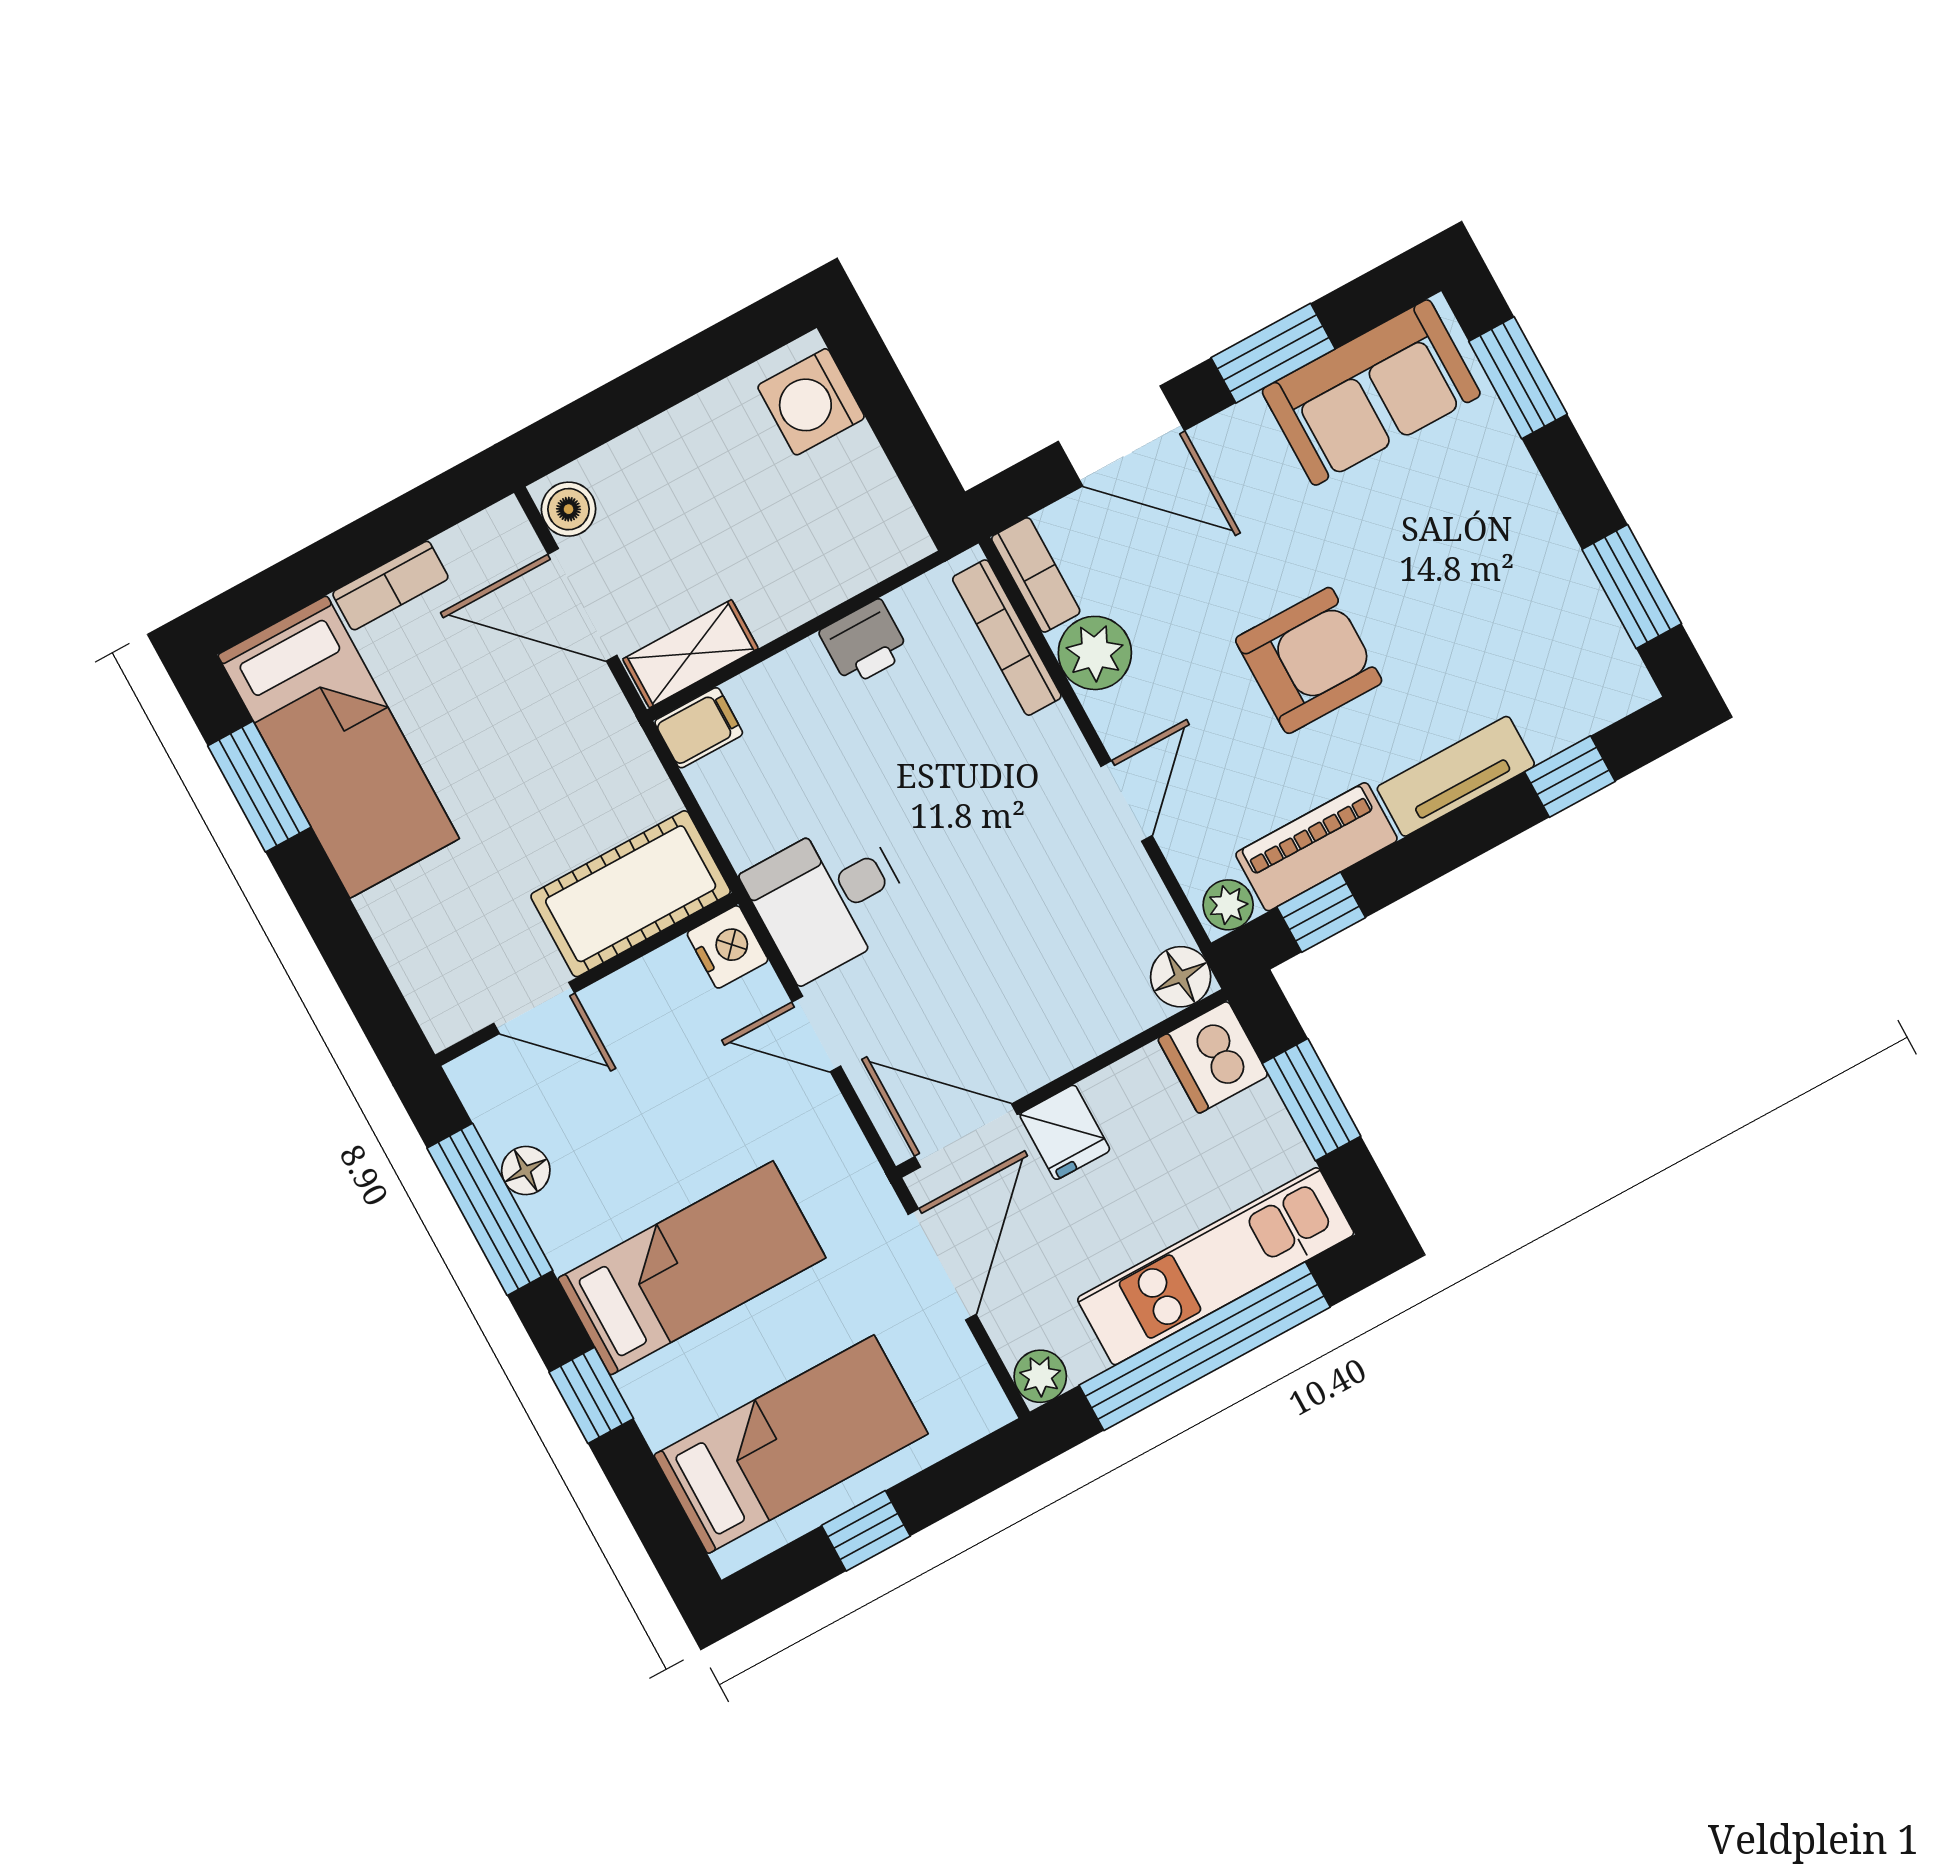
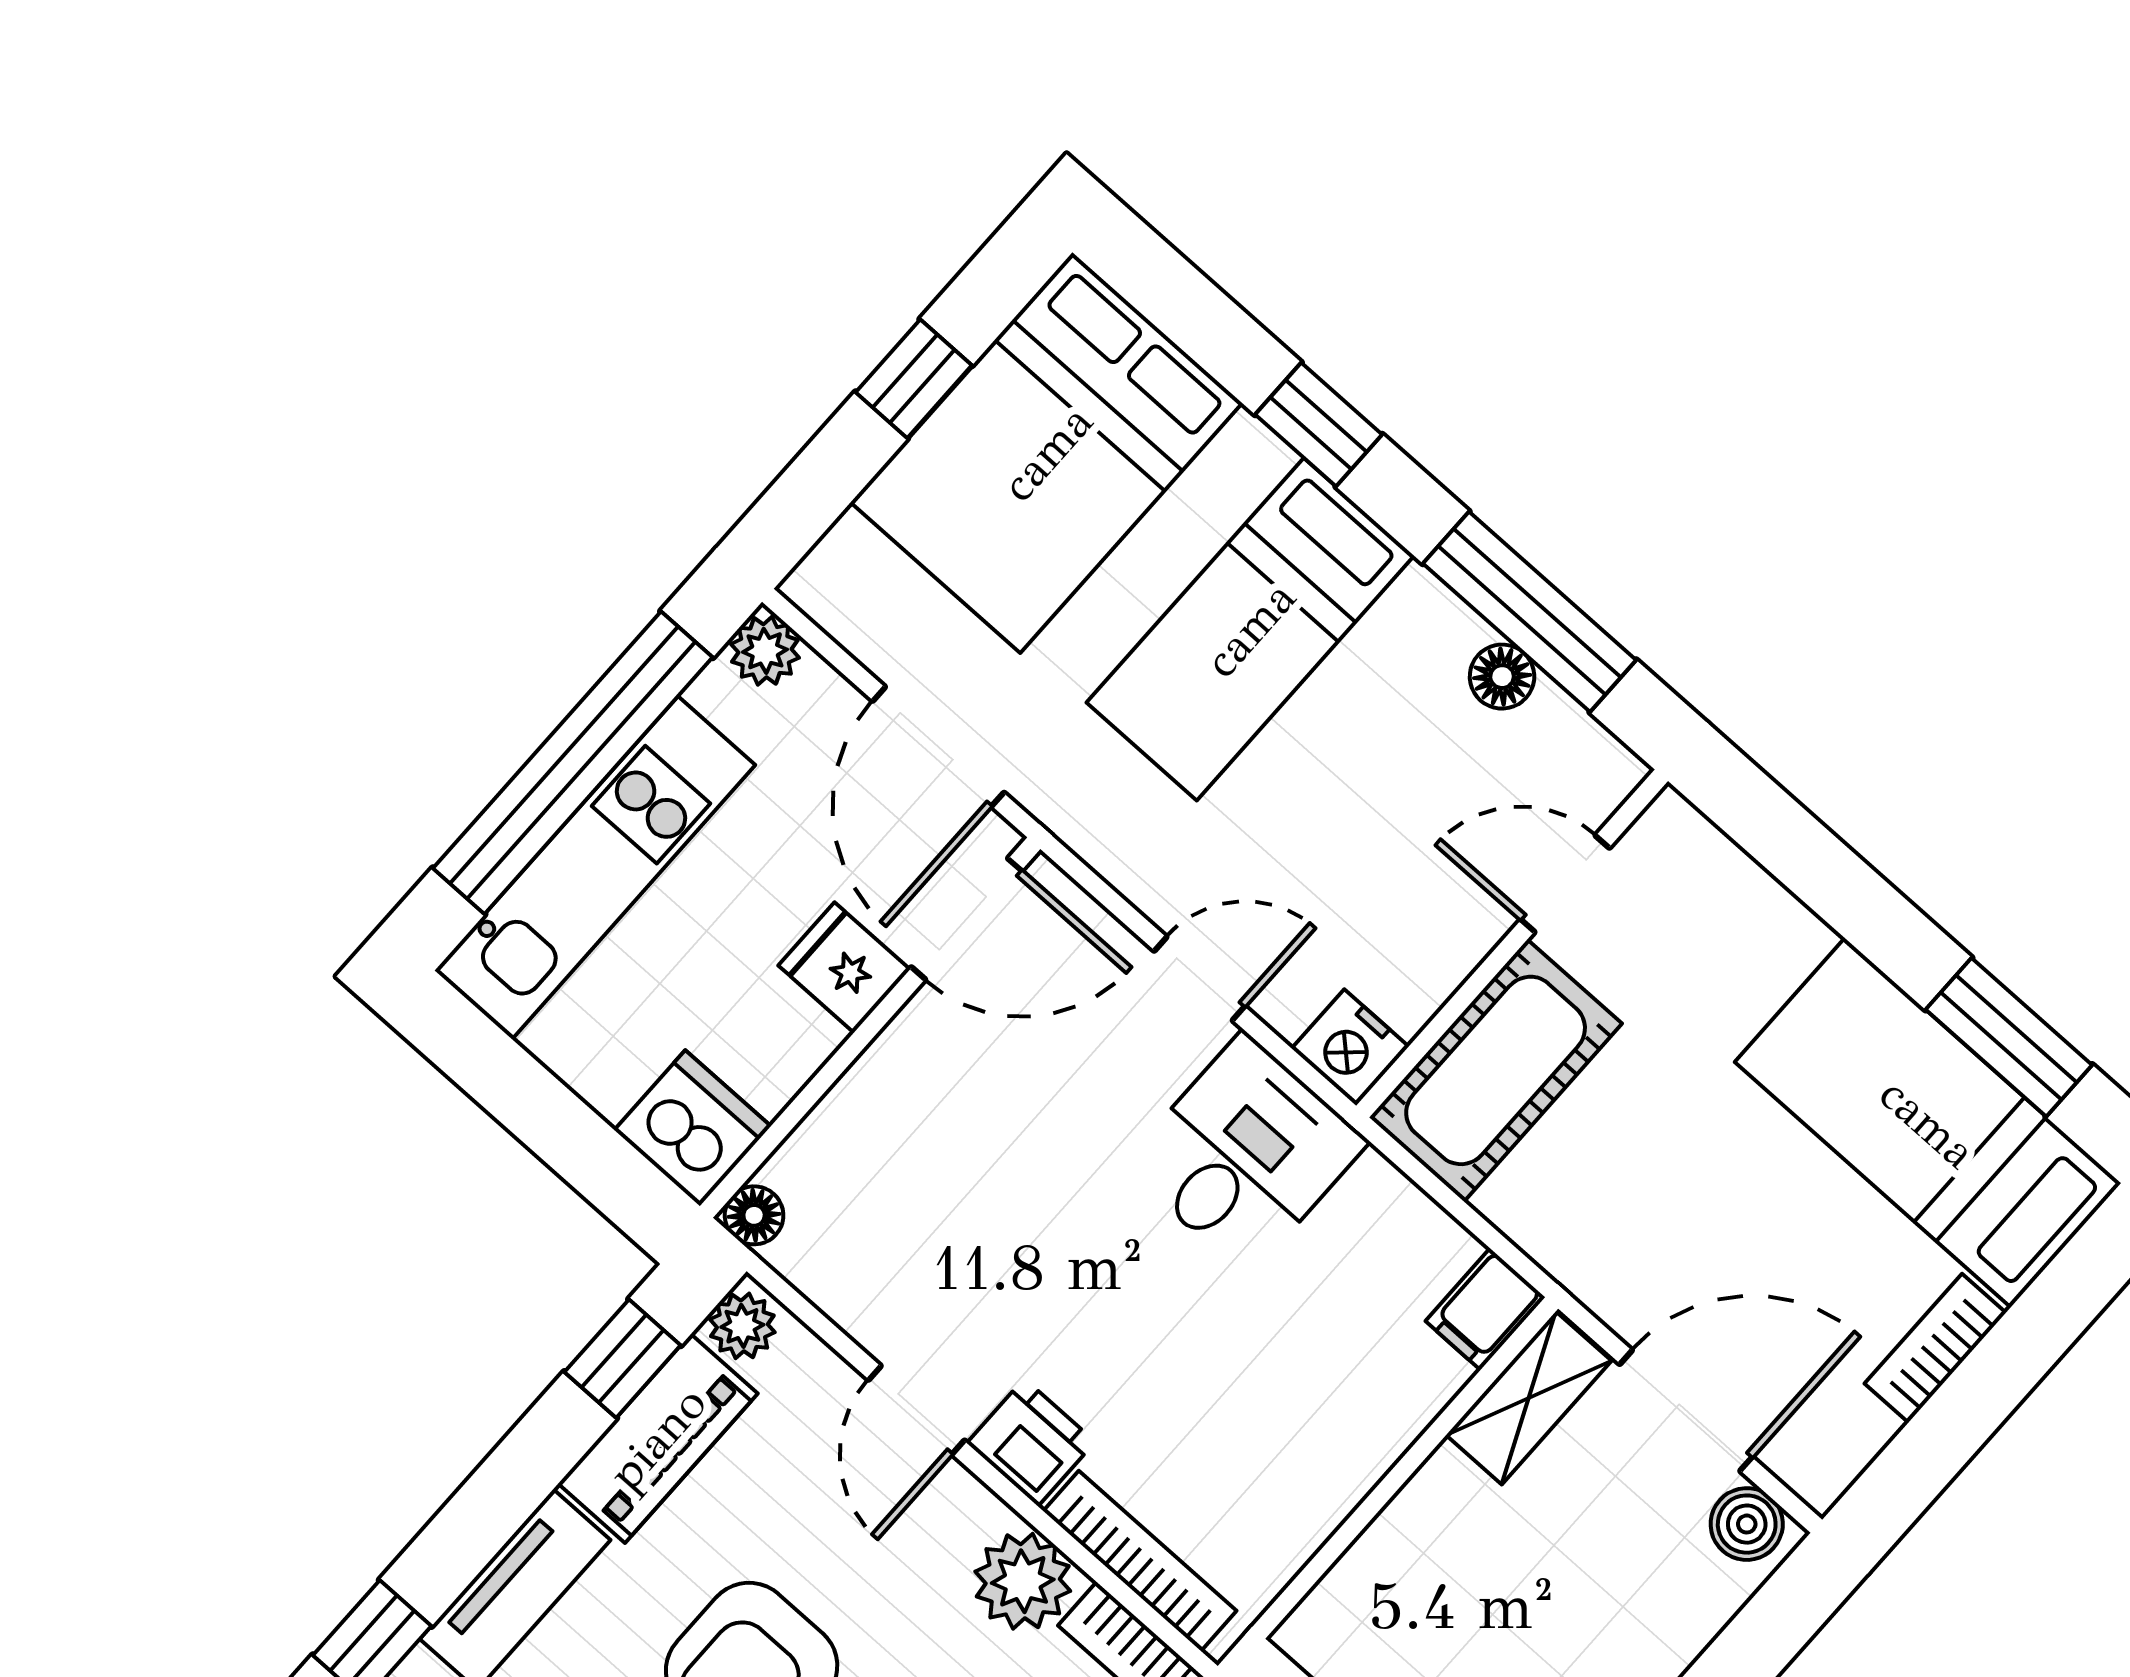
printer: (864, 643) -> (1031, 1442), moved, turned 90
floor lamp: (1181, 977) -> (754, 1215), width x0.73, depth x0.73
window: (1312, 1100) -> (550, 1120), removed
bed: (791, 1444) -> (1047, 453), width x1.50

